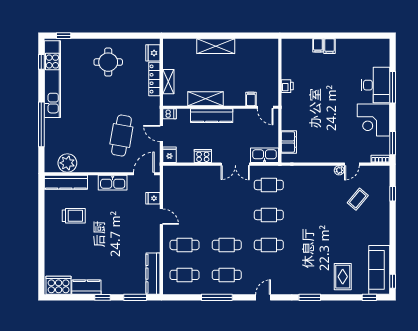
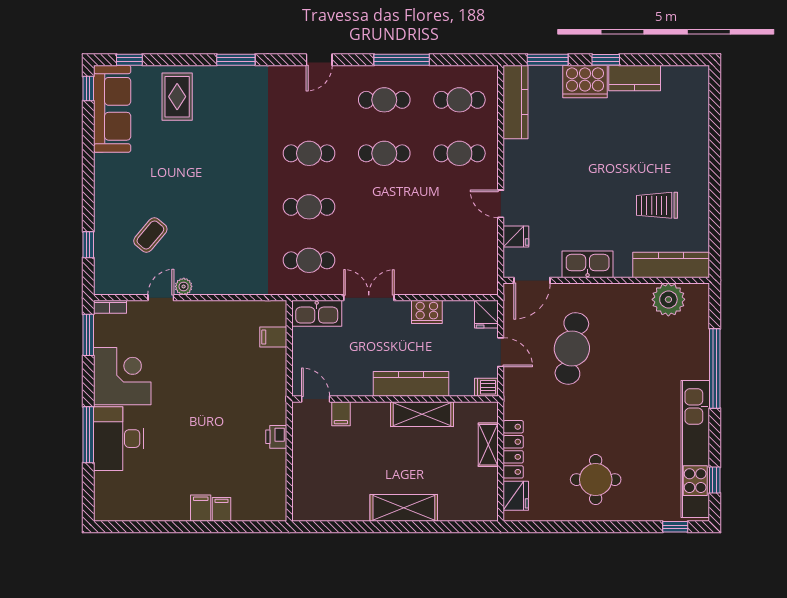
filing cabinet: (289, 142) -> (273, 337), width x0.50
cooker: (59, 285) -> (585, 81), moved

